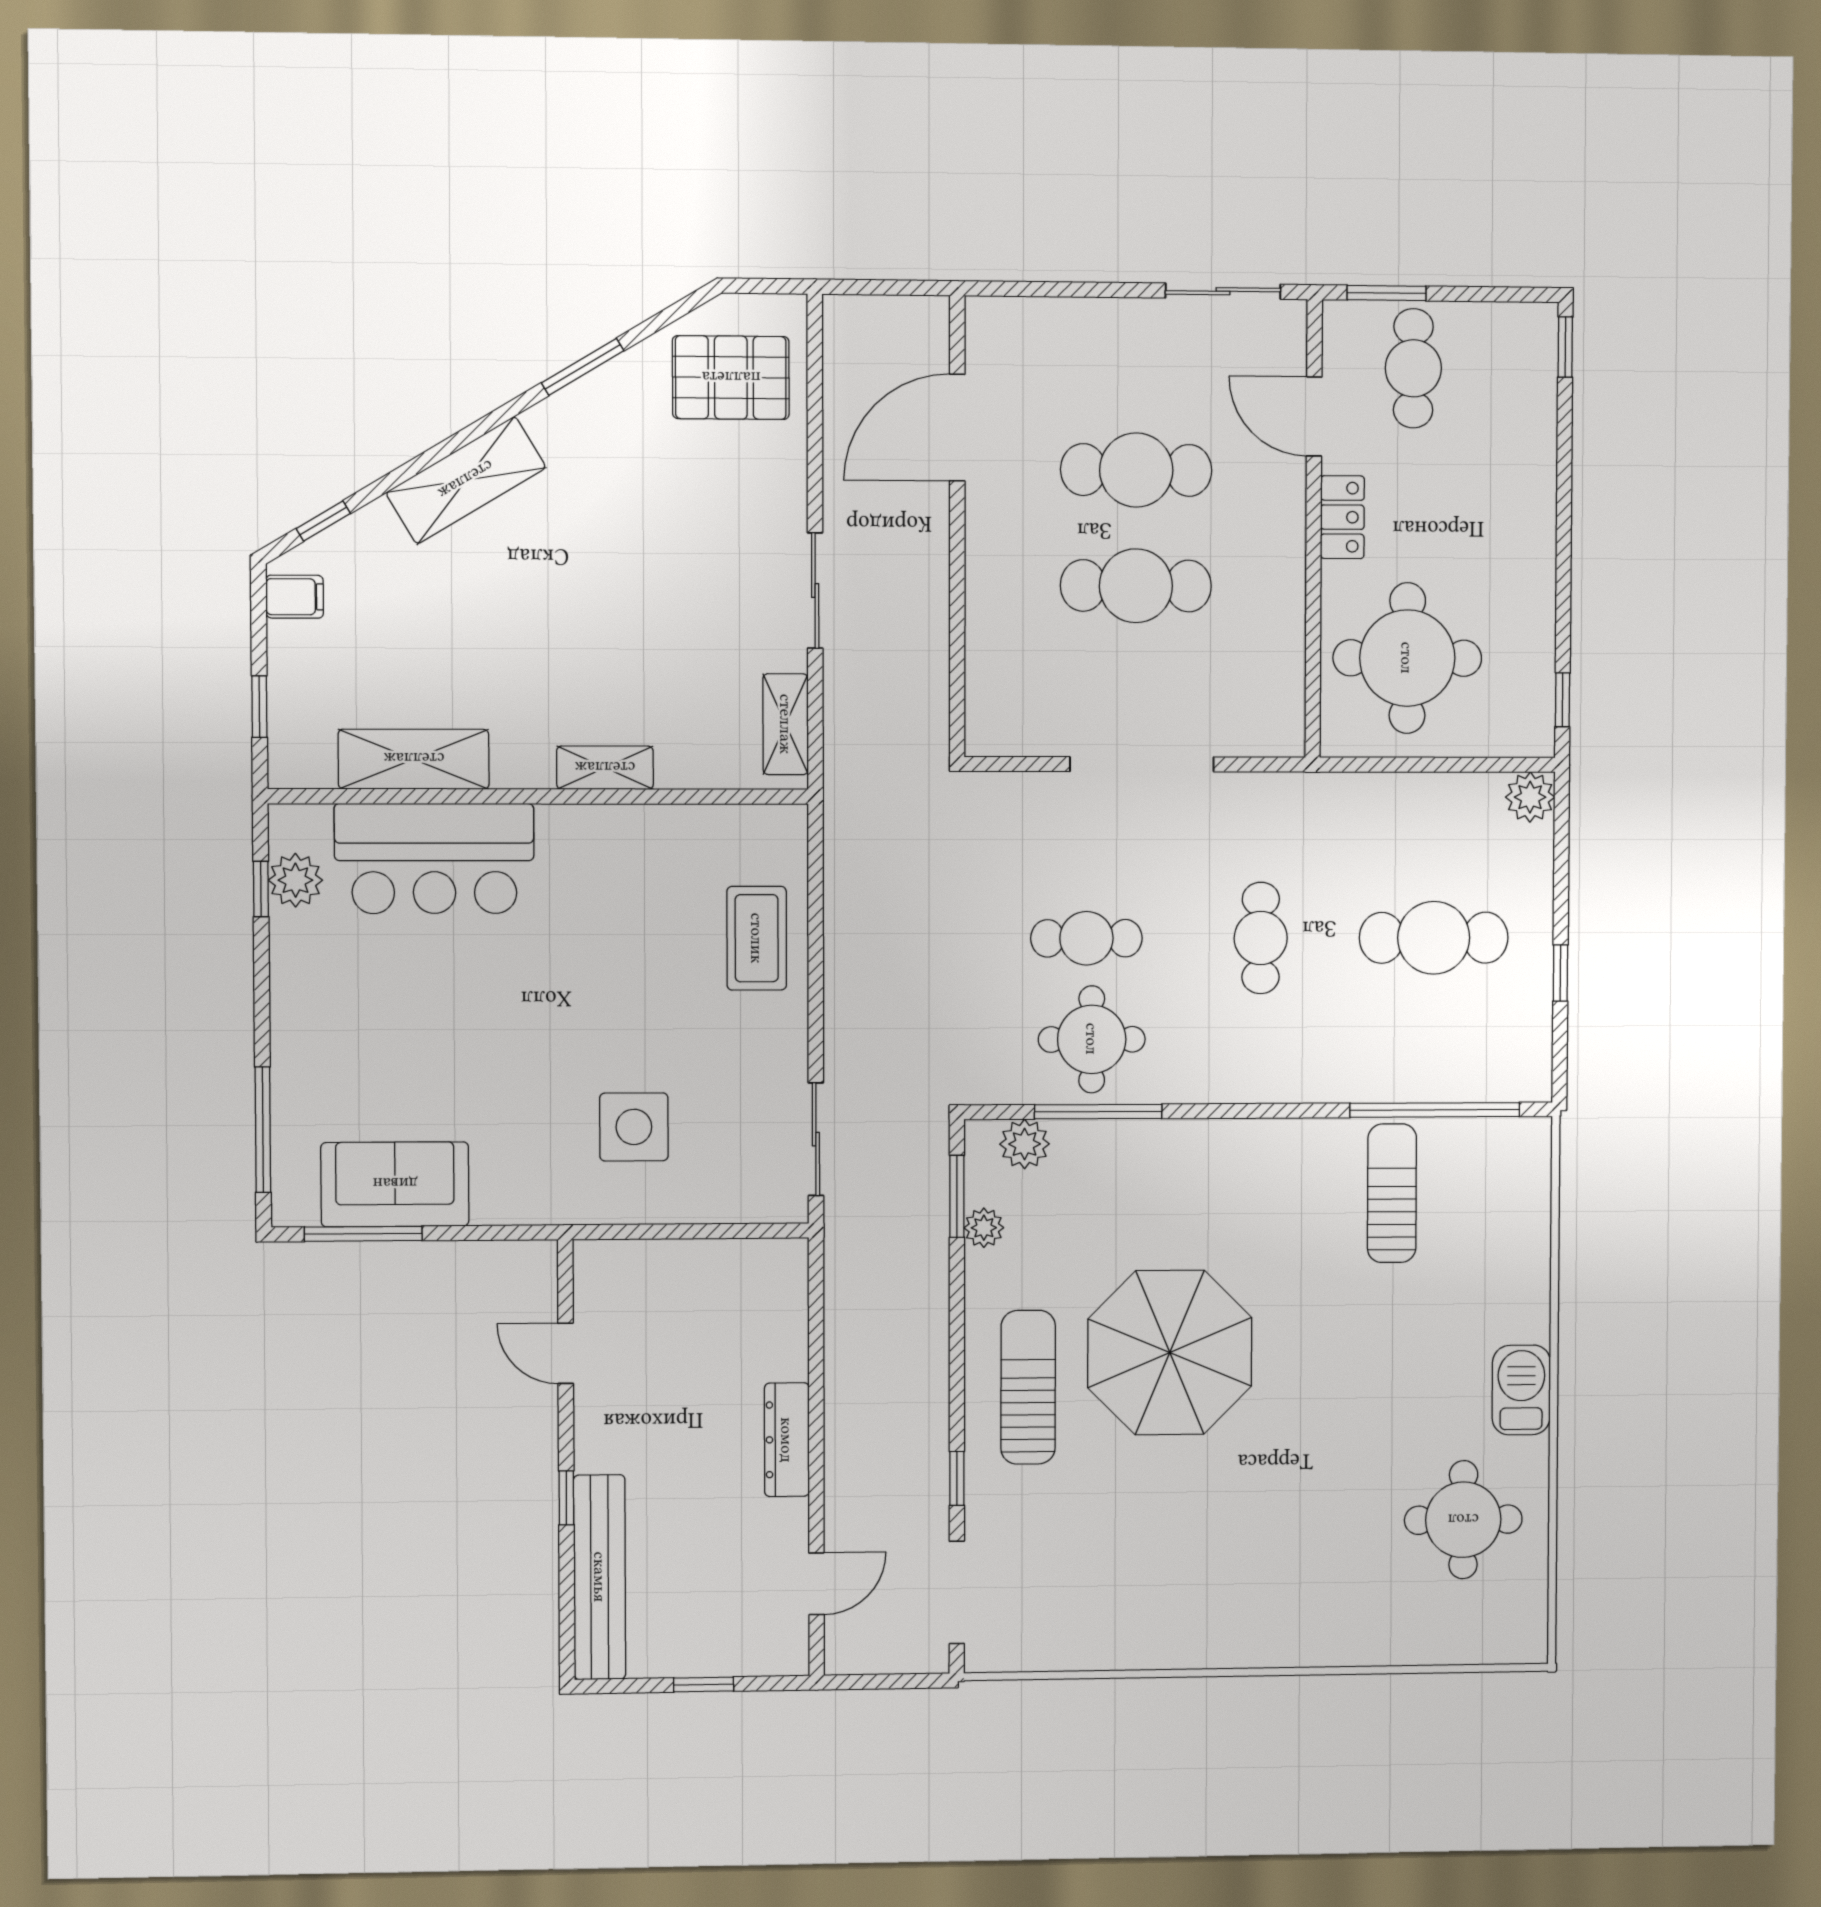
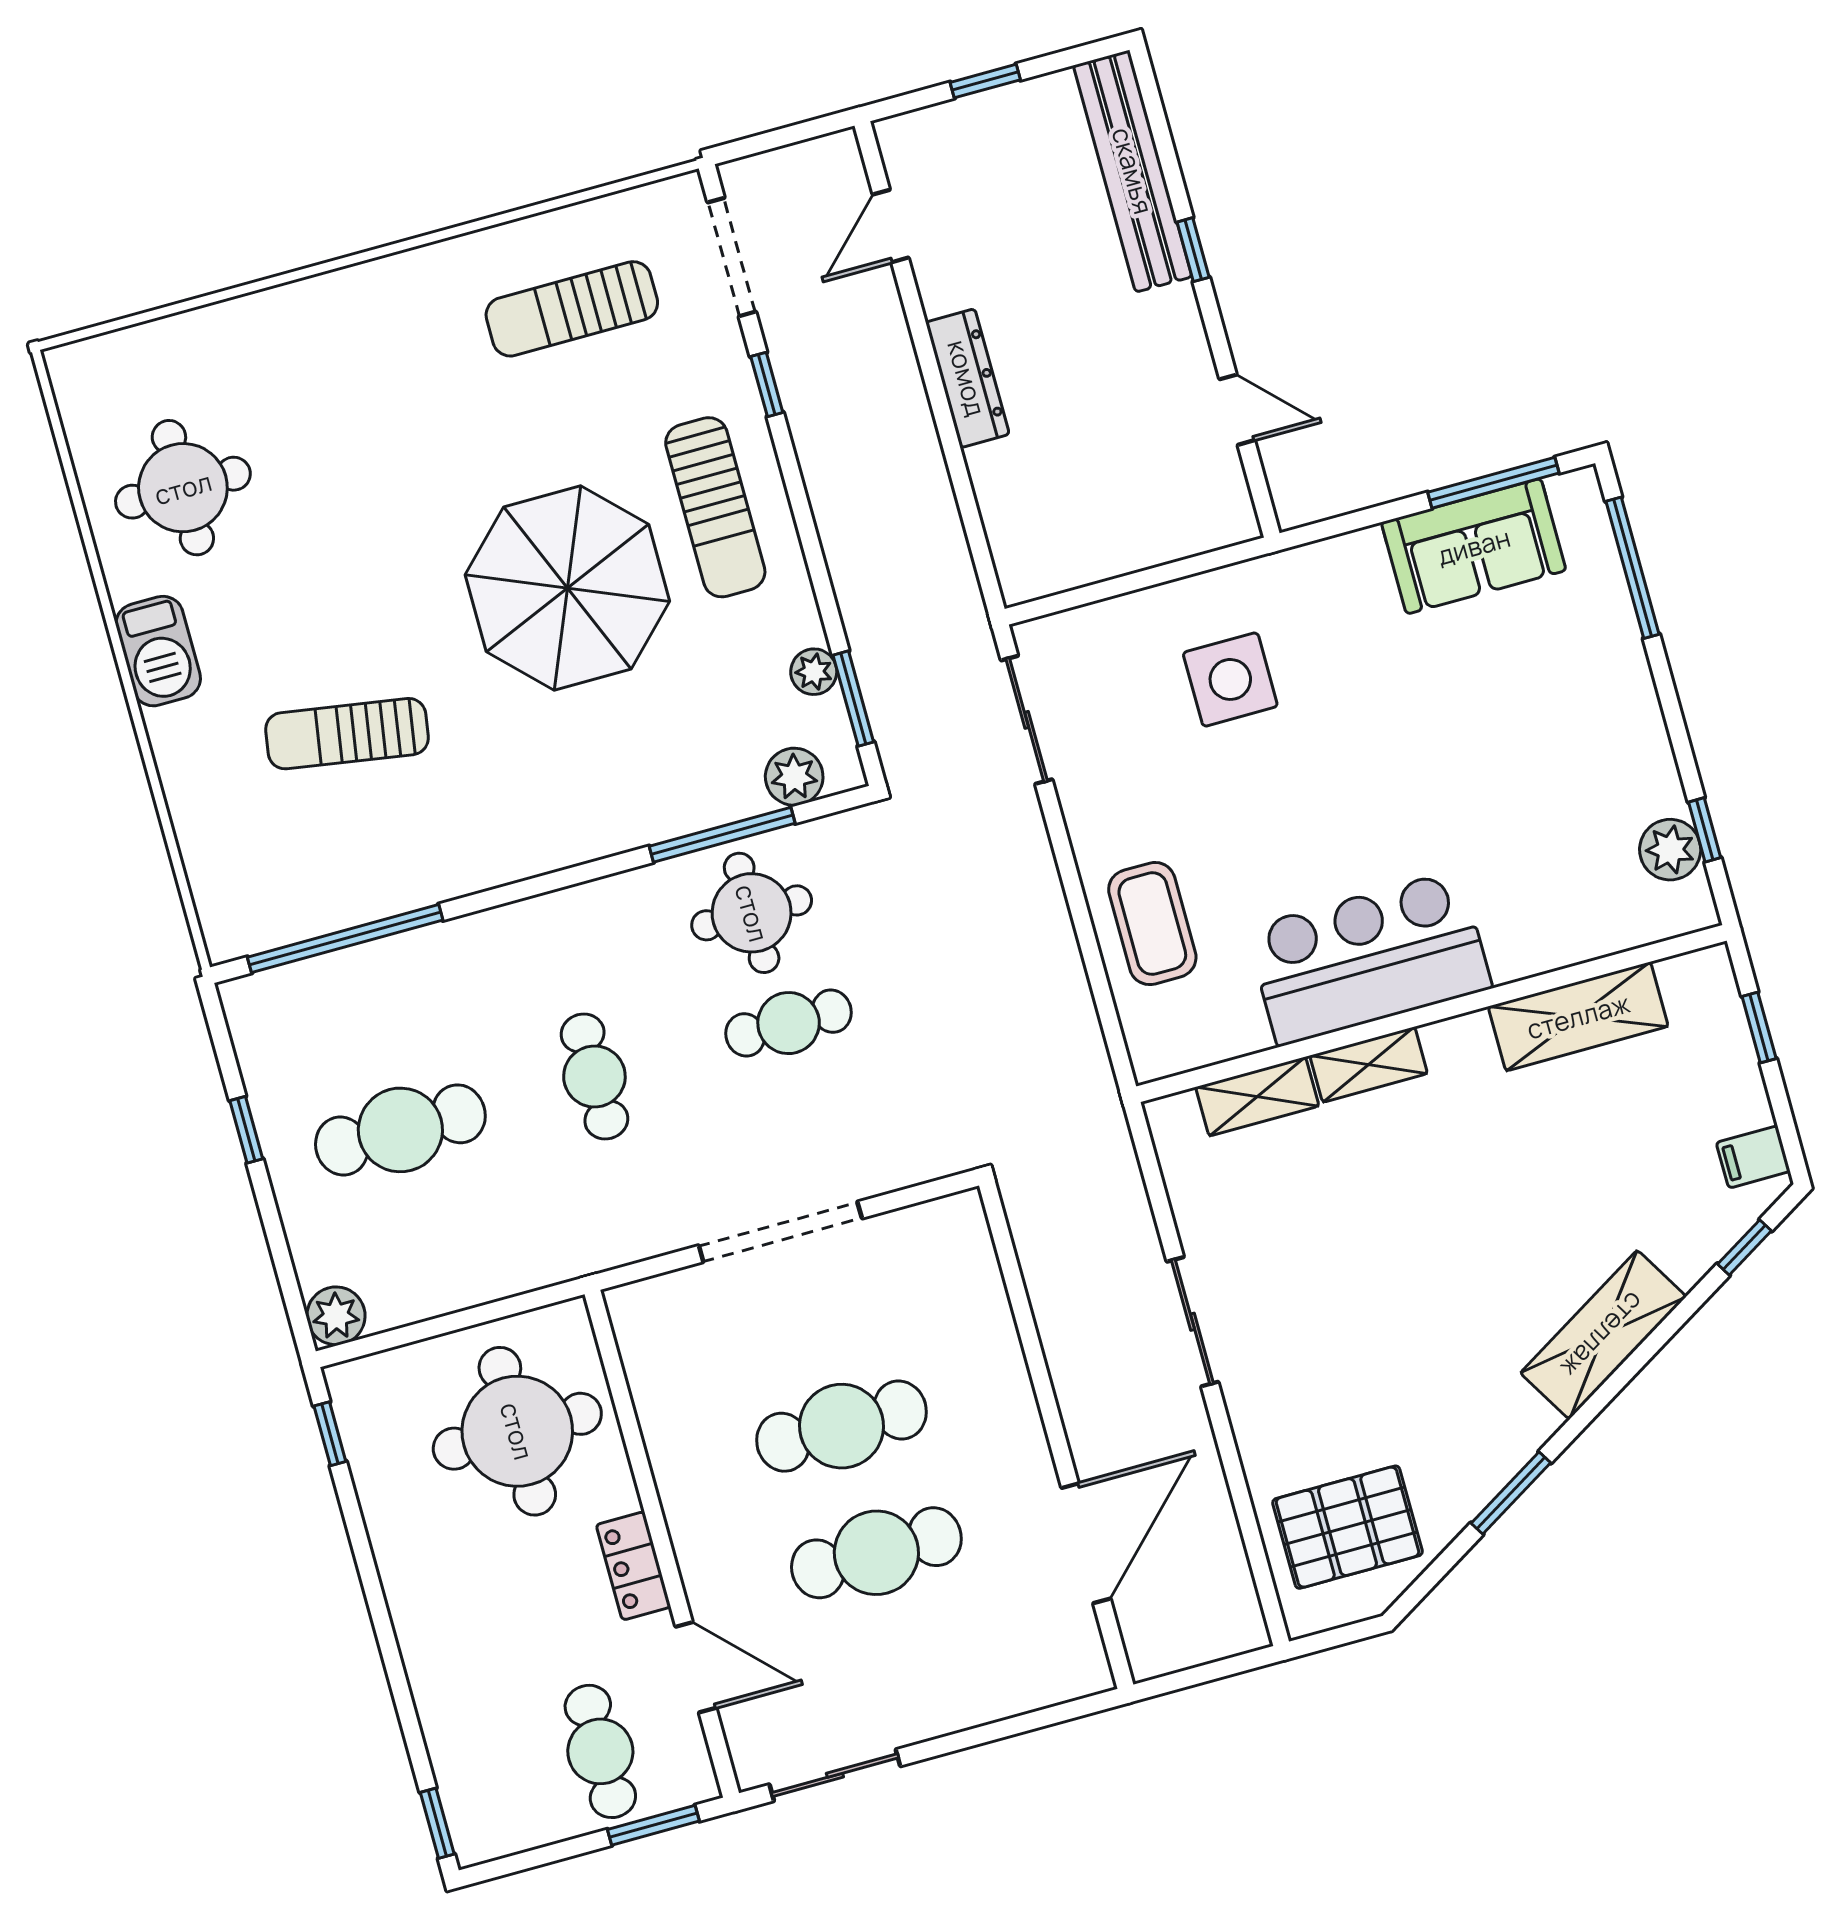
shelving: (786, 724) -> (1257, 1096), moved, turned 90
bar counter: (434, 859) -> (1369, 958), moved
sun lounger: (1392, 1193) -> (347, 734), moved, turned 99
sun lounger: (1102, 1584) -> (572, 309), added

